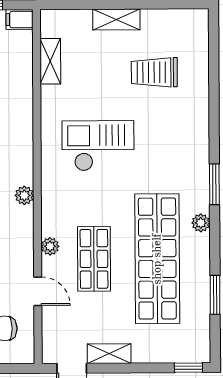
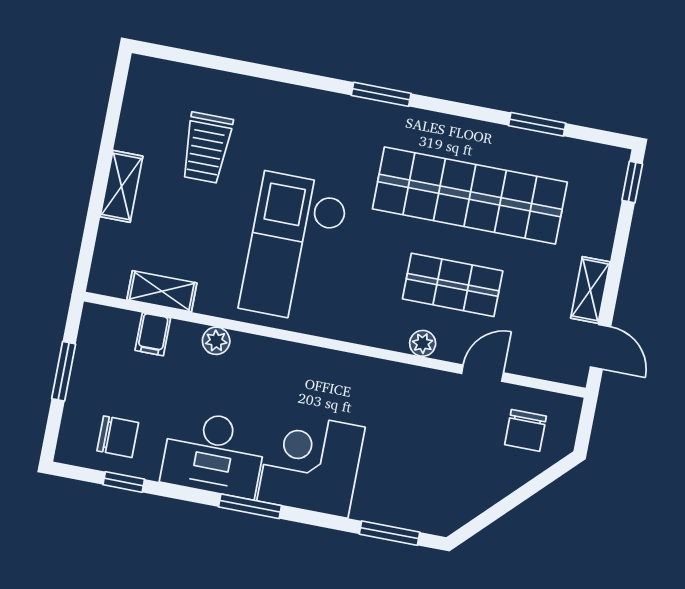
filing cabinet: (19, 20) -> (153, 334), moved
checkout: (98, 146) -> (294, 248), width x1.36, depth x1.21
plant: (24, 195) -> (216, 341), moved
plant: (201, 223) -> (432, 124), removed

